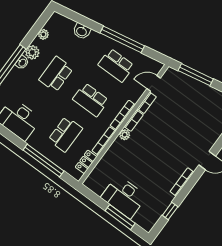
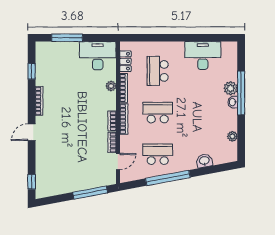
plant: (32, 52) -> (231, 88), moved
school desk: (56, 74) -> (200, 113), removed
plant: (125, 135) -> (111, 86), moved
window: (43, 160) -> (160, 38), removed
desk: (124, 197) -> (98, 56), moved

